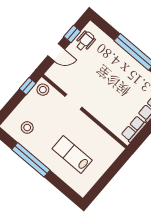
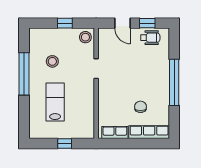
window: (28, 86) -> (65, 23), moved
chair: (131, 93) -> (140, 107), added
stool: (27, 128) -> (52, 61), moved
window: (110, 174) -> (65, 143), added

